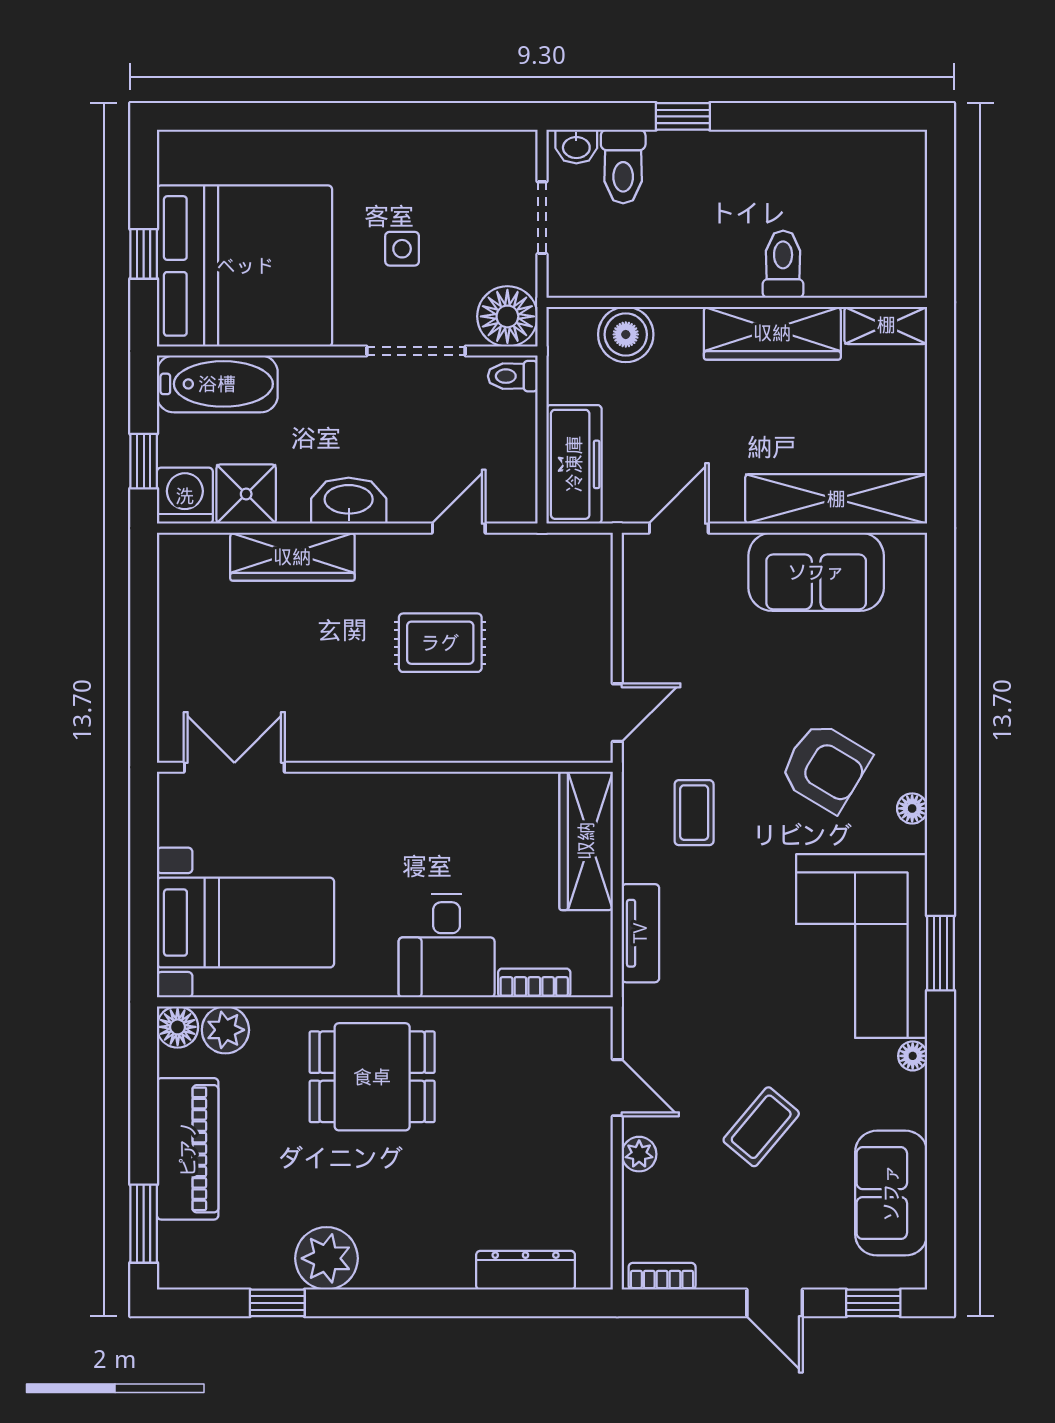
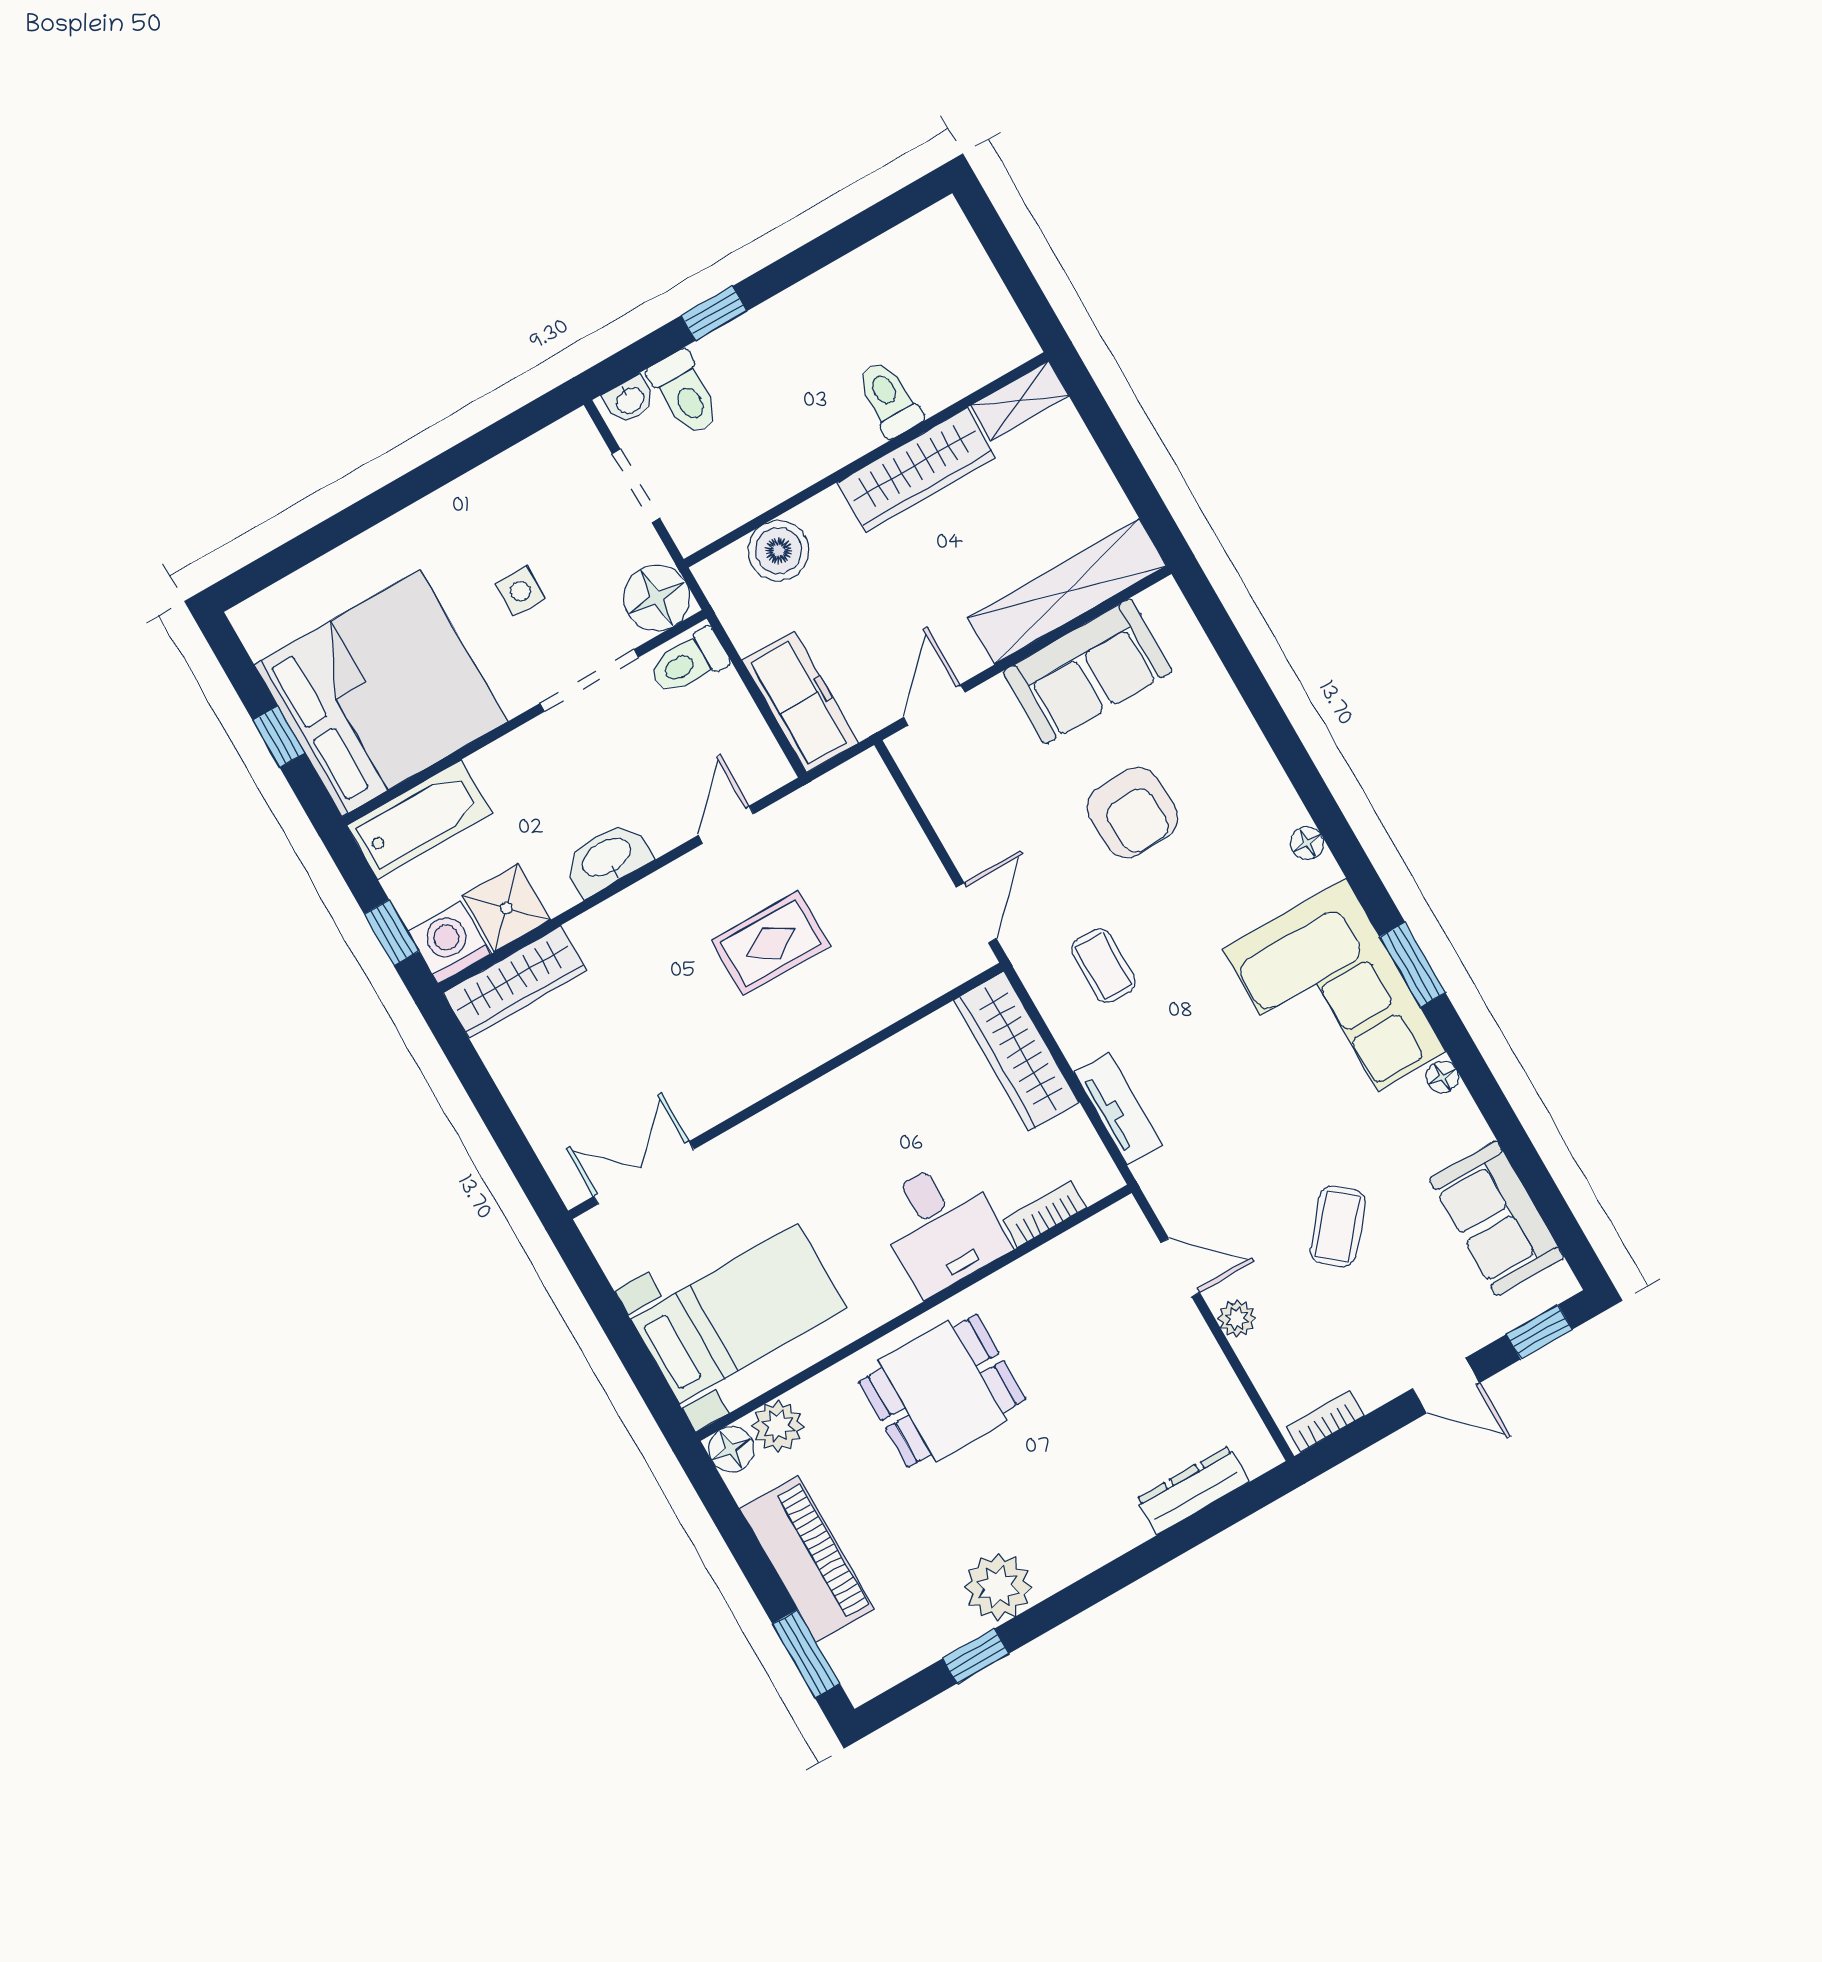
toilet: (513, 376) -> (688, 662), width x1.37, depth x1.39
wardrobe: (292, 557) -> (515, 982), moved
armchair: (825, 767) -> (1132, 813), moved, turned 56

